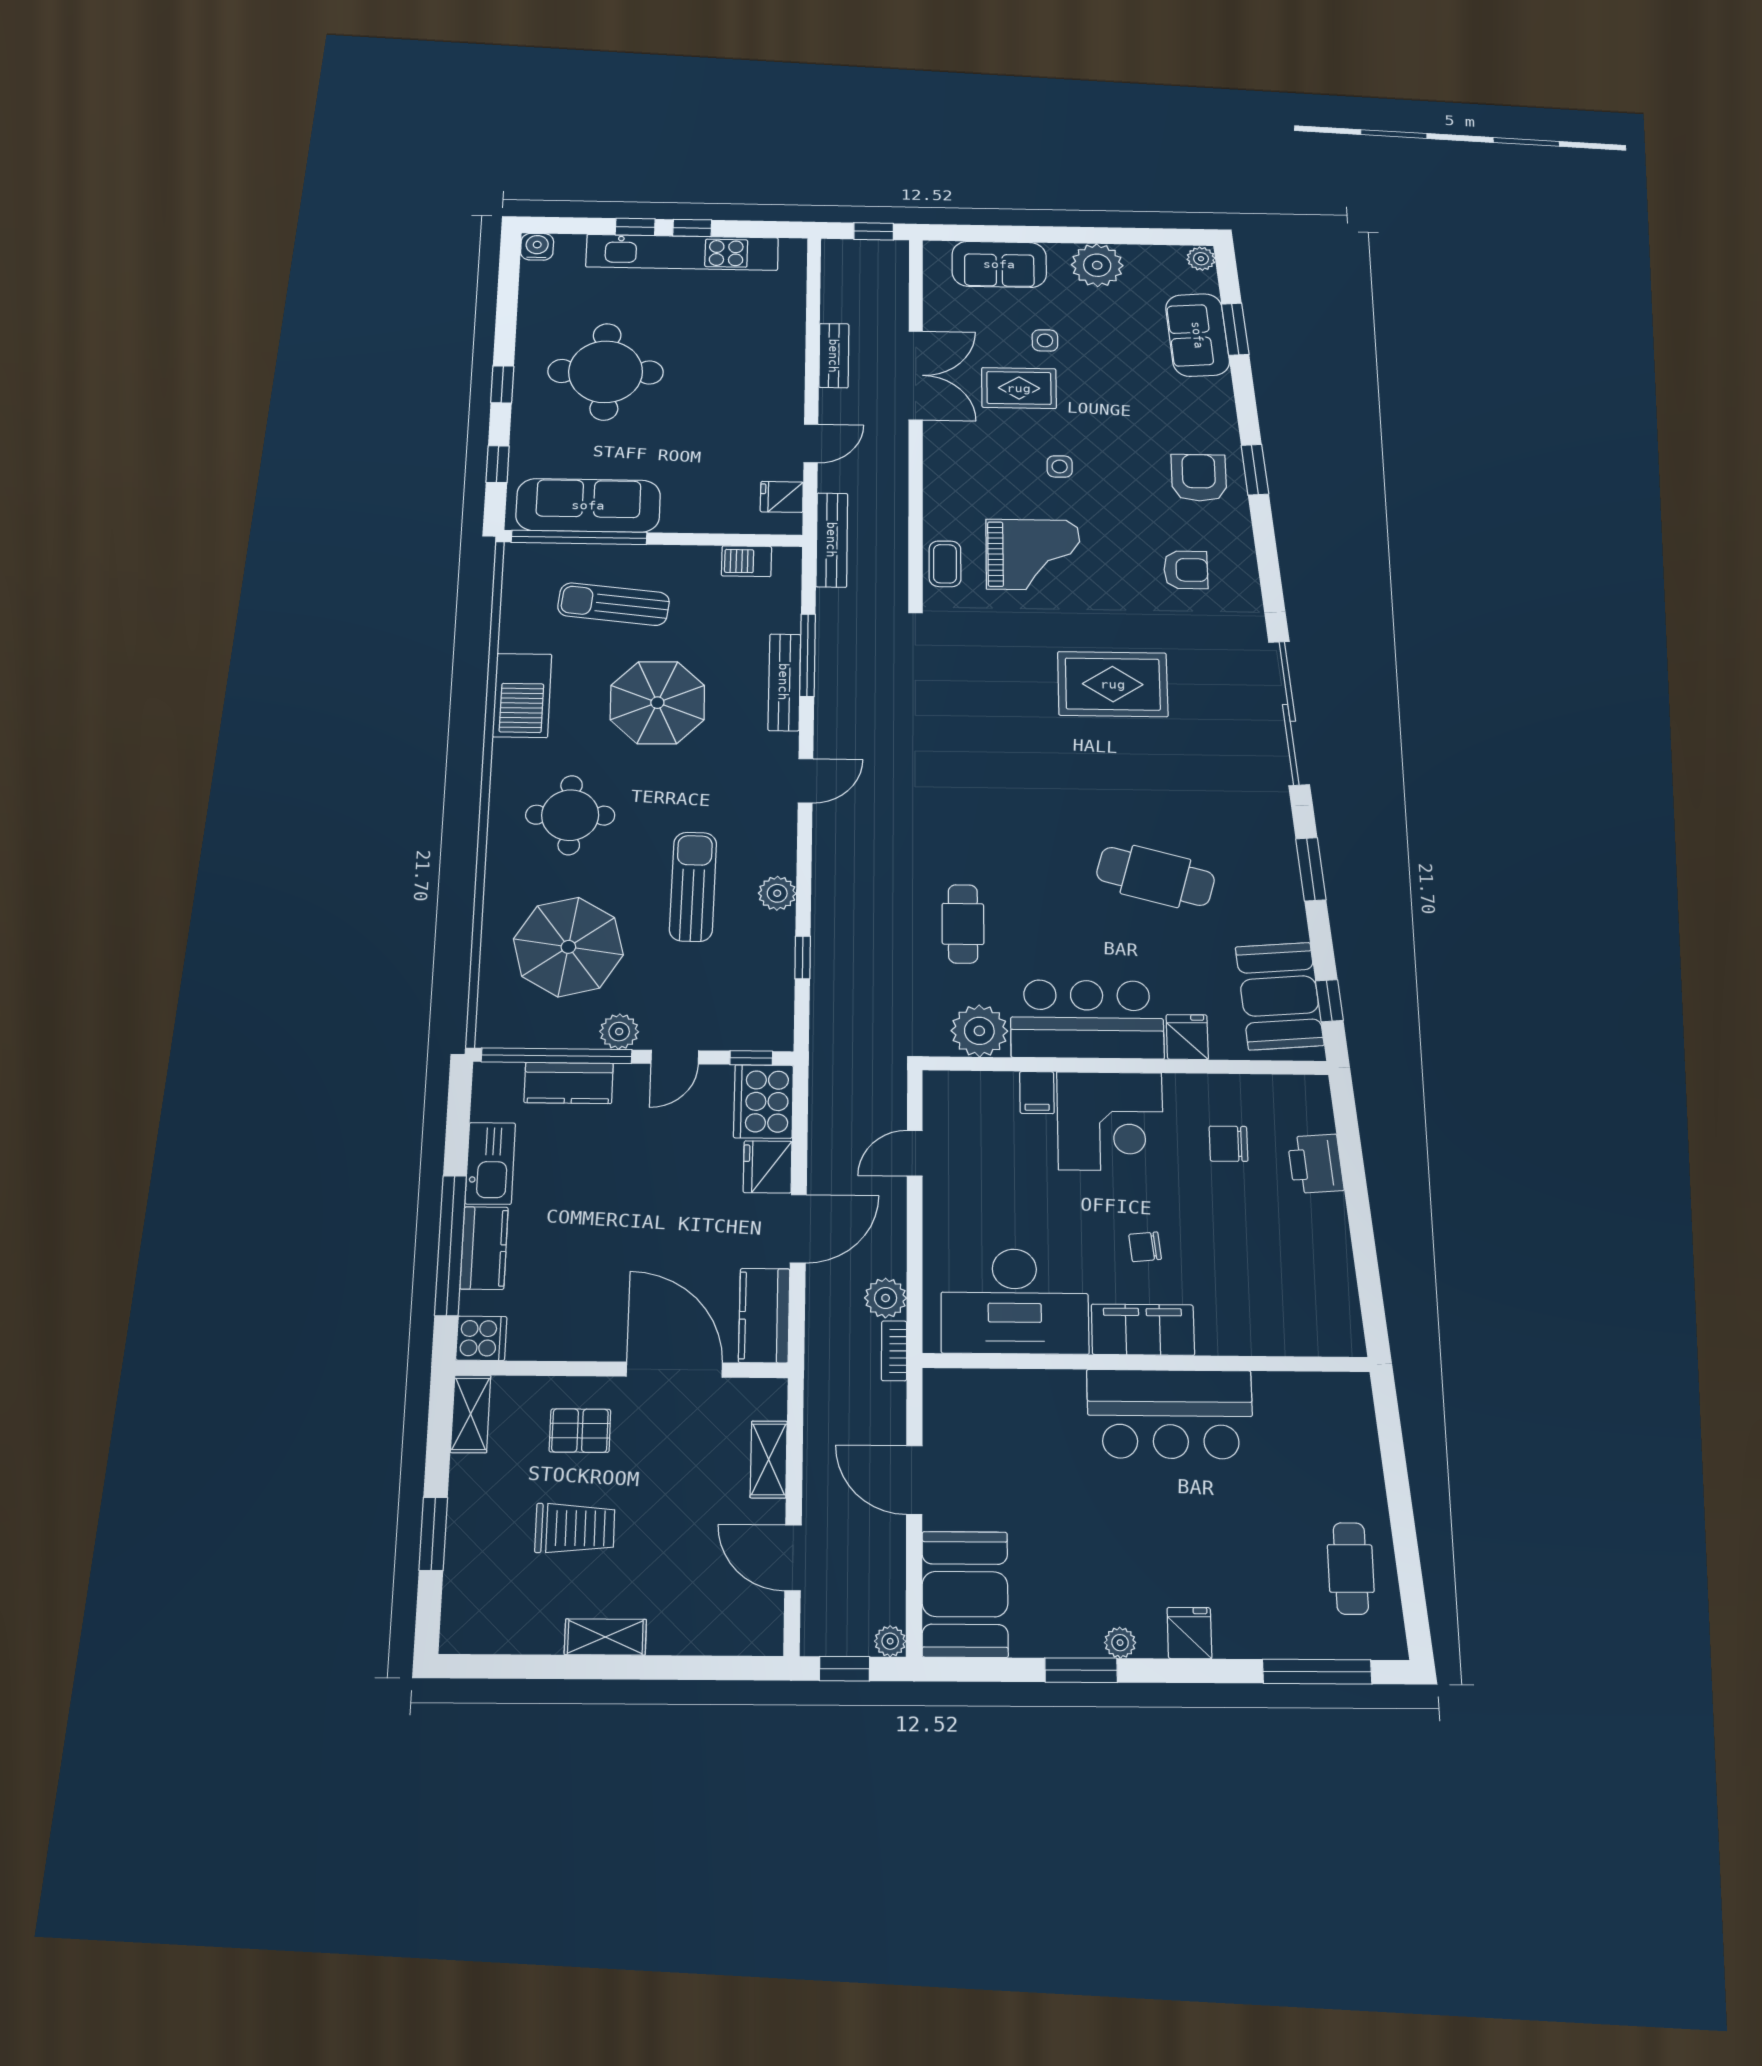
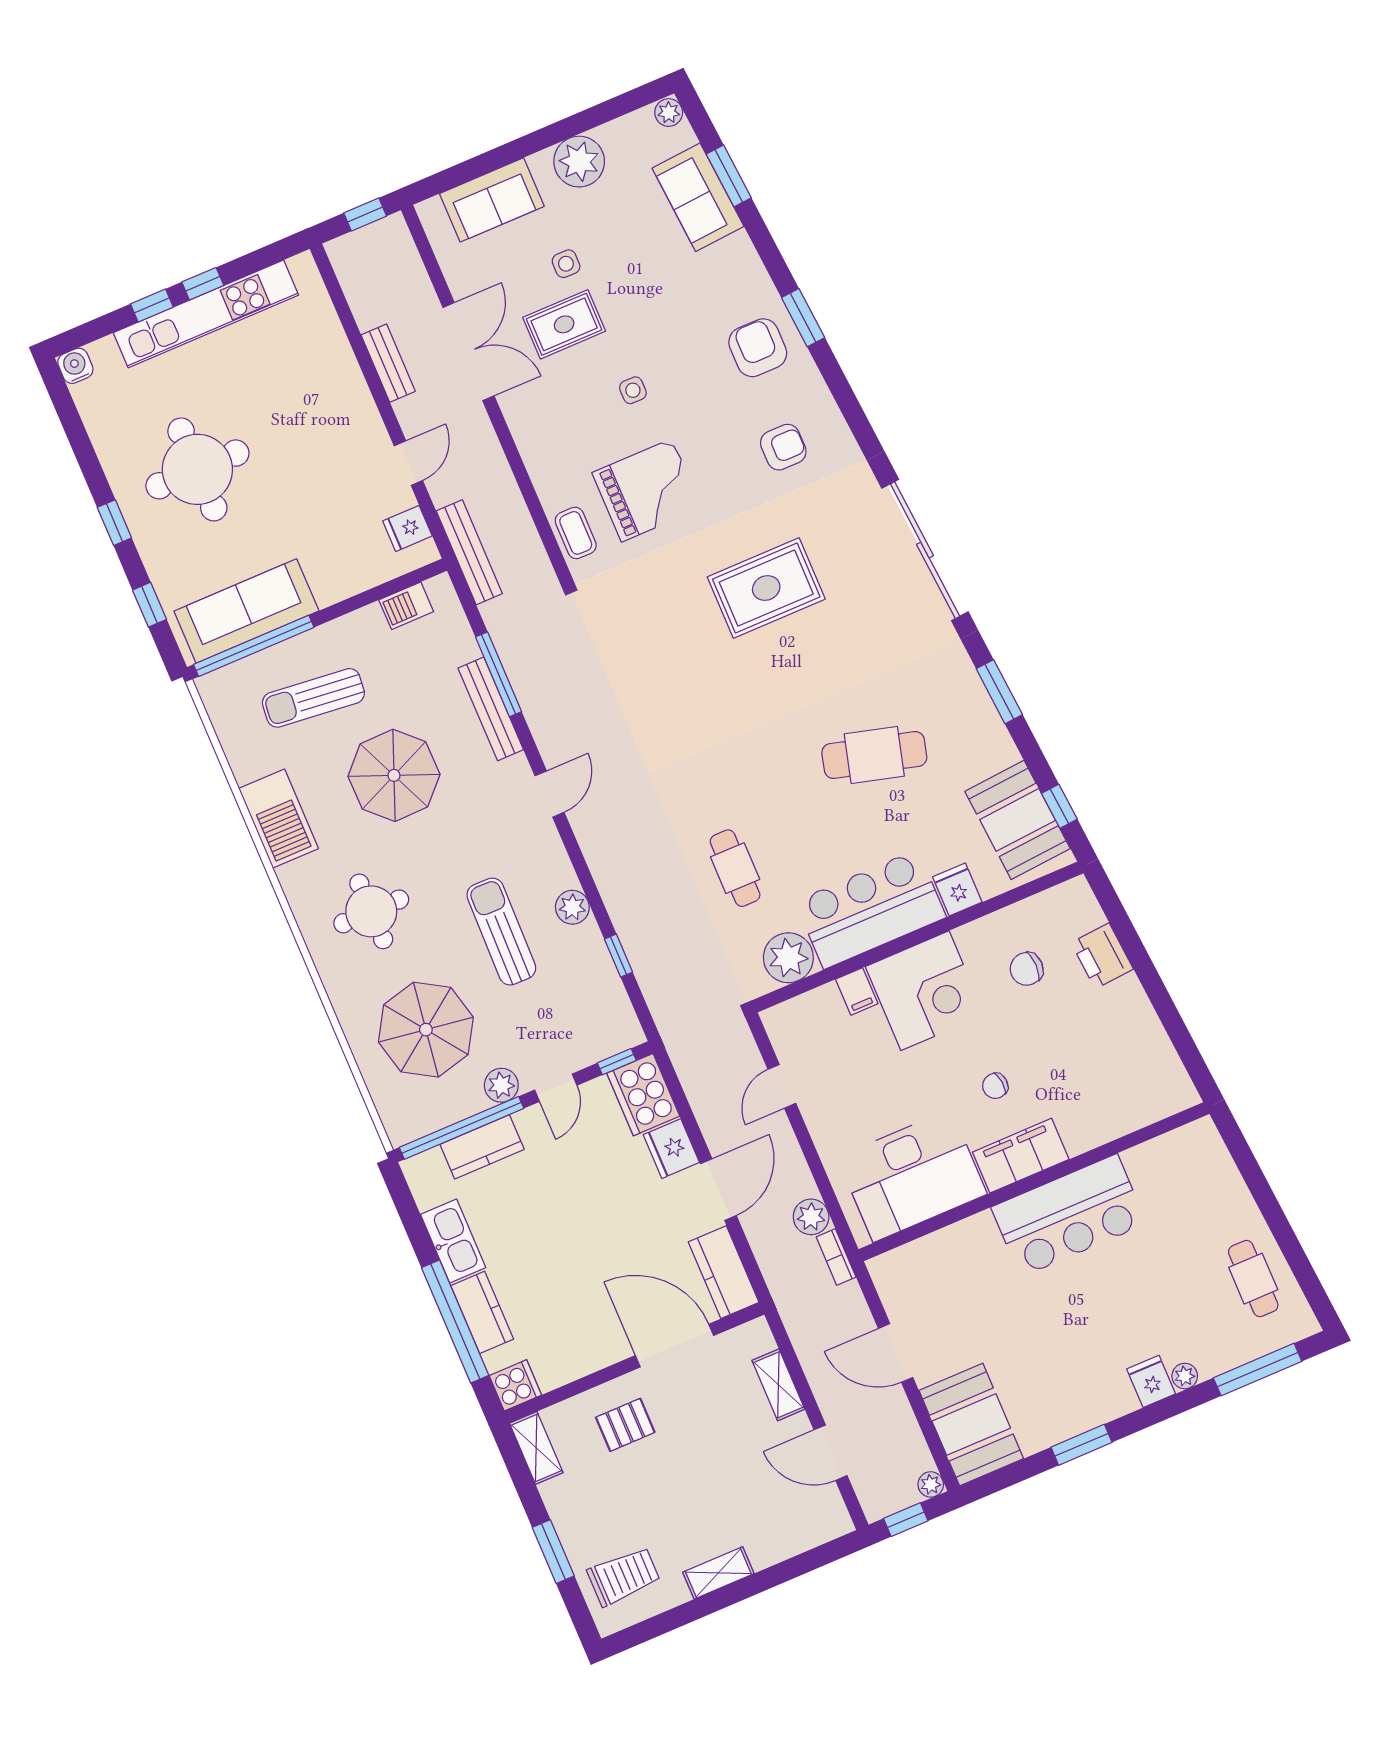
trolley: (575, 1528) -> (624, 1576), moved
plant: (1120, 1643) -> (1185, 1376), moved

